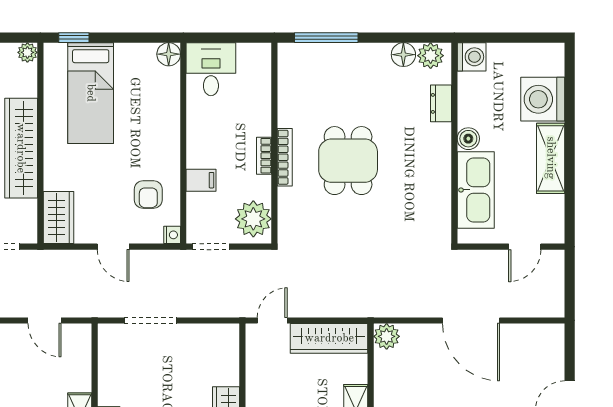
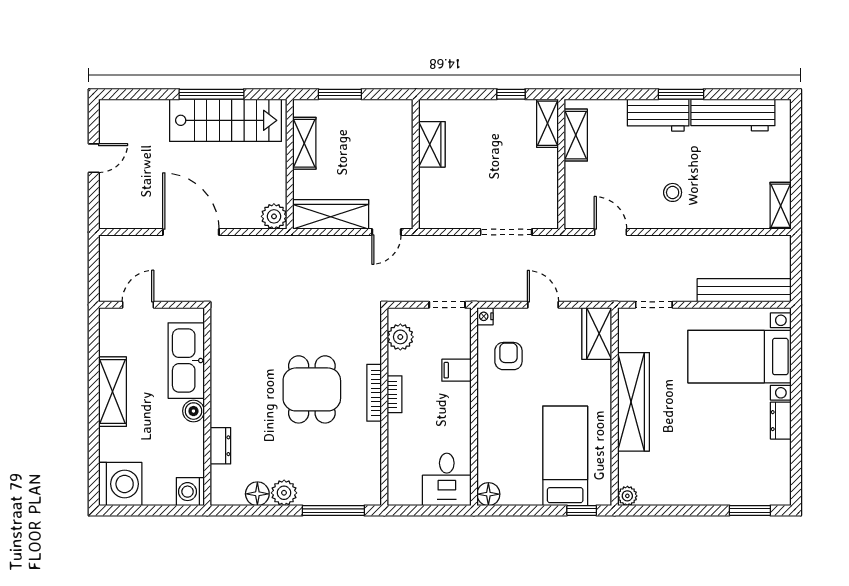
plant: (431, 56) -> (284, 493), moved
washing machine: (543, 99) -> (120, 484), moved
plant: (253, 219) -> (400, 337), width x0.73, depth x0.73

